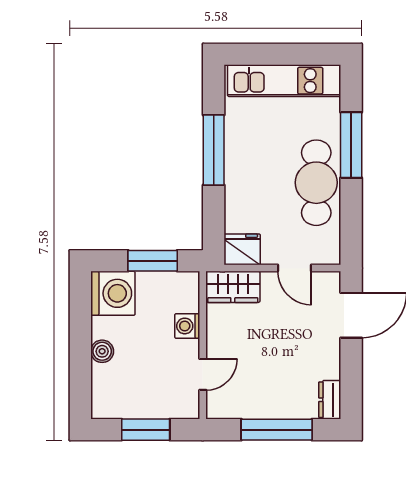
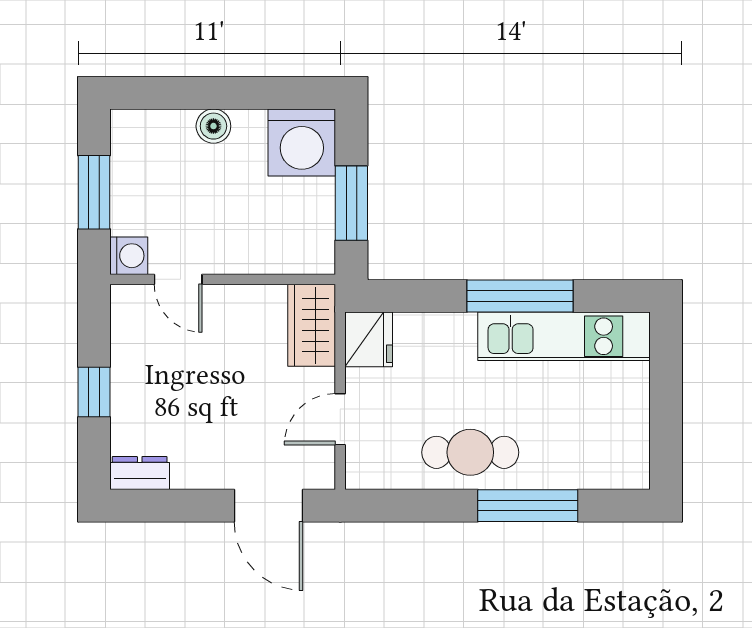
kitchen unit: (284, 81) -> (564, 336), moved, turned -90
cafe table: (316, 183) -> (470, 452), width x0.73, depth x0.74
washing machine: (187, 326) -> (129, 256), moved, turned 90
window: (277, 430) -> (94, 392), width x0.46

